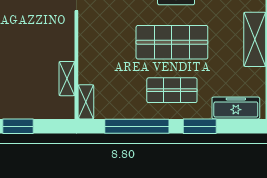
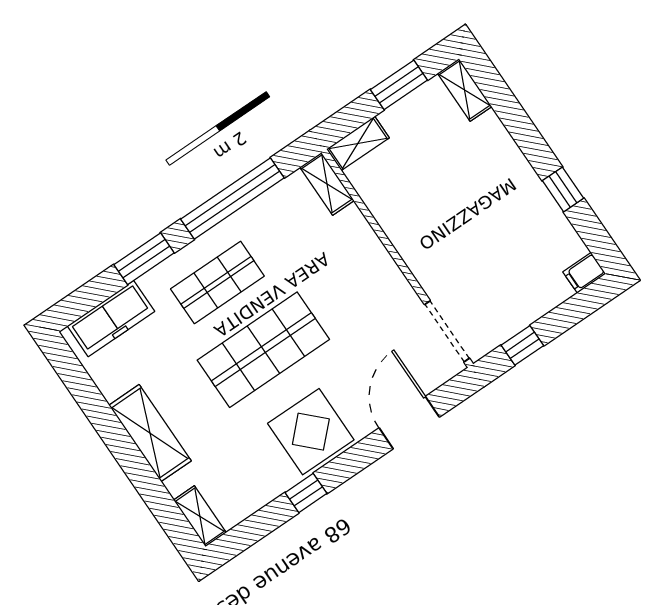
shelving: (67, 79) -> (358, 143), moved, turned 90

